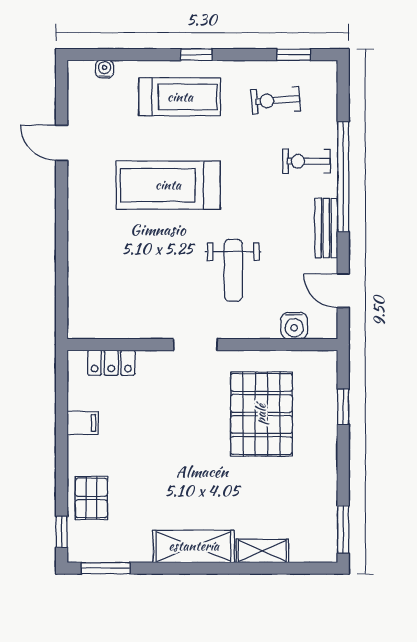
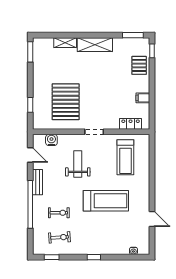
treadmill: (180, 97) -> (125, 157), moved, turned -90
exercise bike: (306, 161) -> (59, 213), moved

